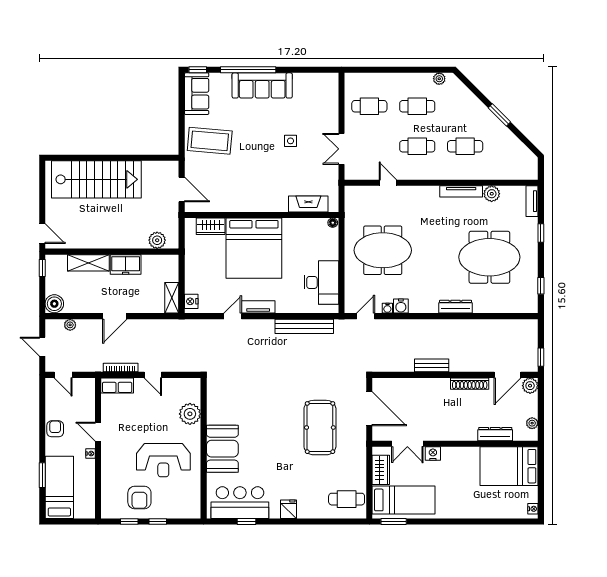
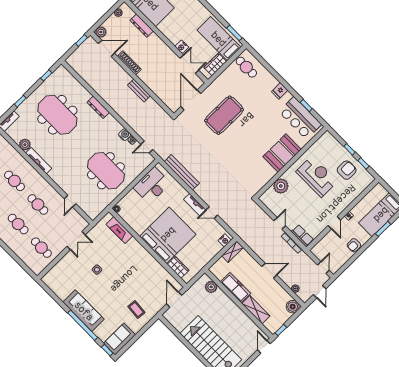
coffee table: (210, 141) -> (136, 310), width x0.54, depth x0.58
freezer: (126, 264) -> (236, 288), width x1.40

